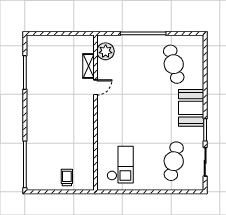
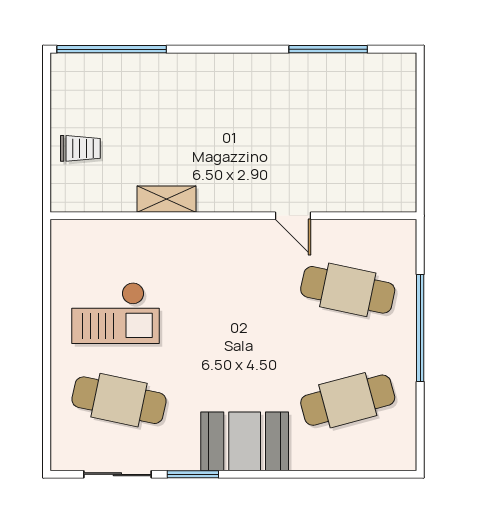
plant: (106, 51) -> (378, 239), removed
cafe table: (127, 64) -> (348, 290), added
shelving: (88, 66) -> (166, 199), moved
checkout: (120, 165) -> (116, 313), moved

